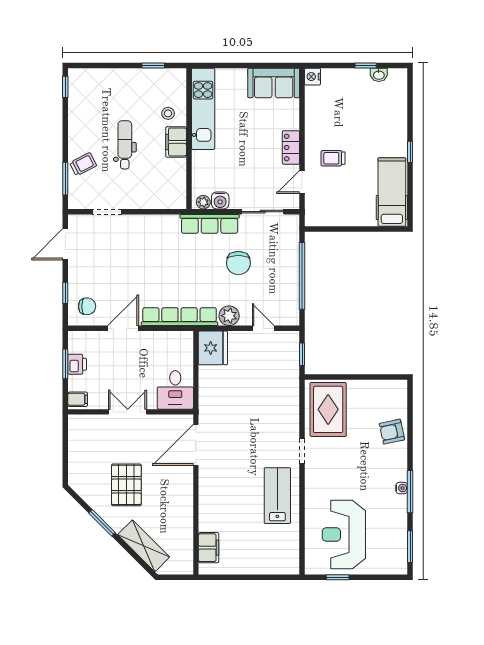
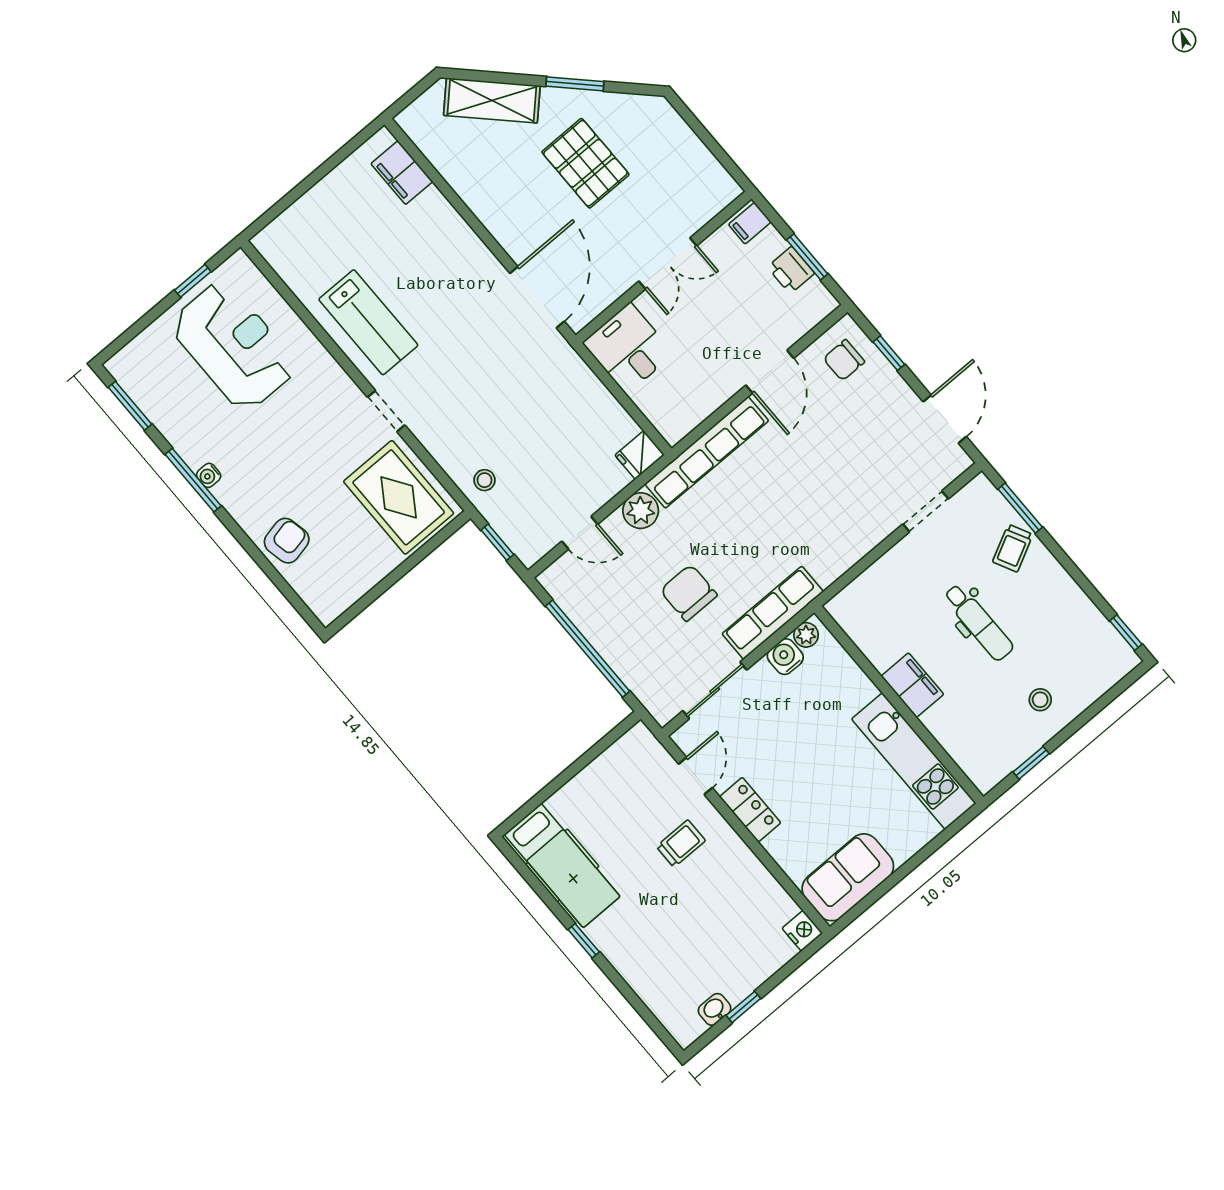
stool: (168, 113) -> (1040, 700), moved
fridge: (213, 348) -> (640, 455), width x0.53, depth x0.75
stool: (285, 386) -> (484, 480), added

